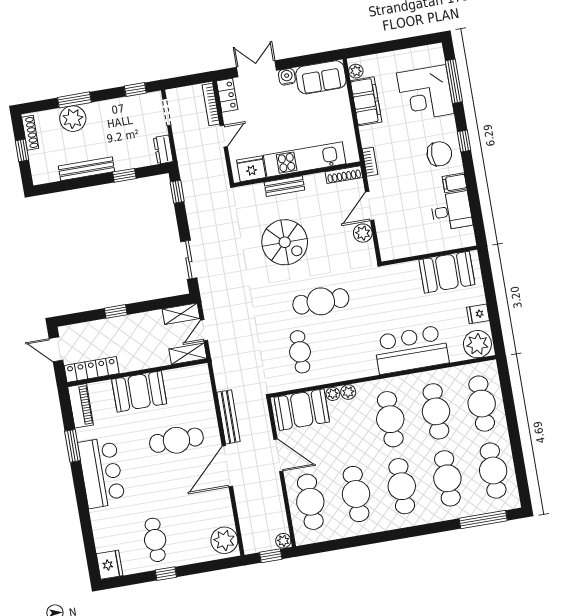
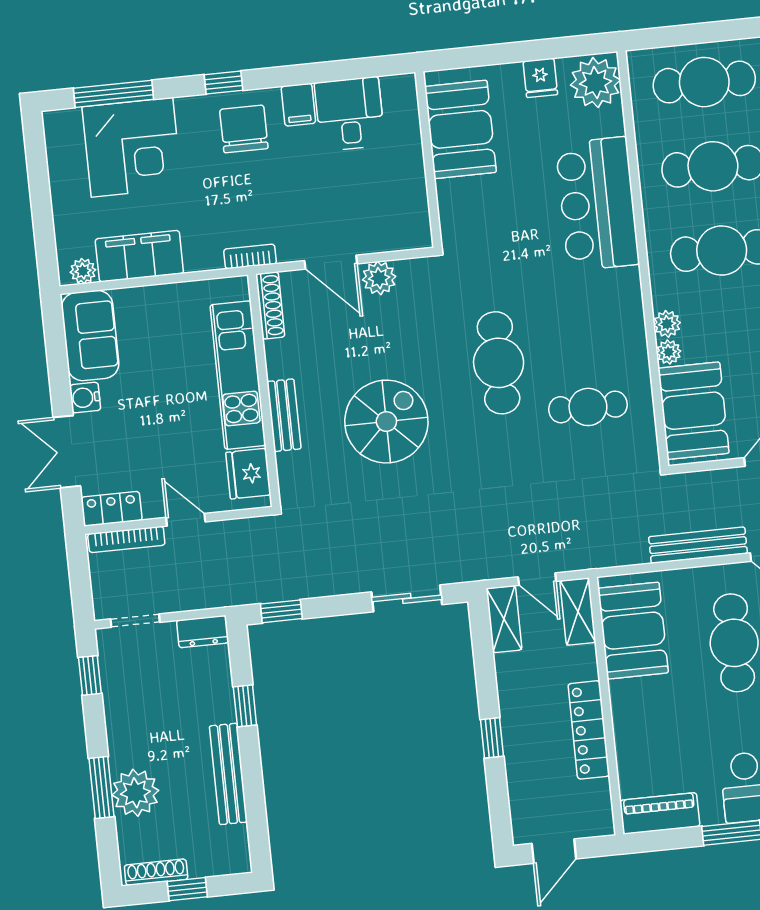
locker: (92, 369) -> (589, 730), moved
booth: (139, 391) -> (633, 631), moved

